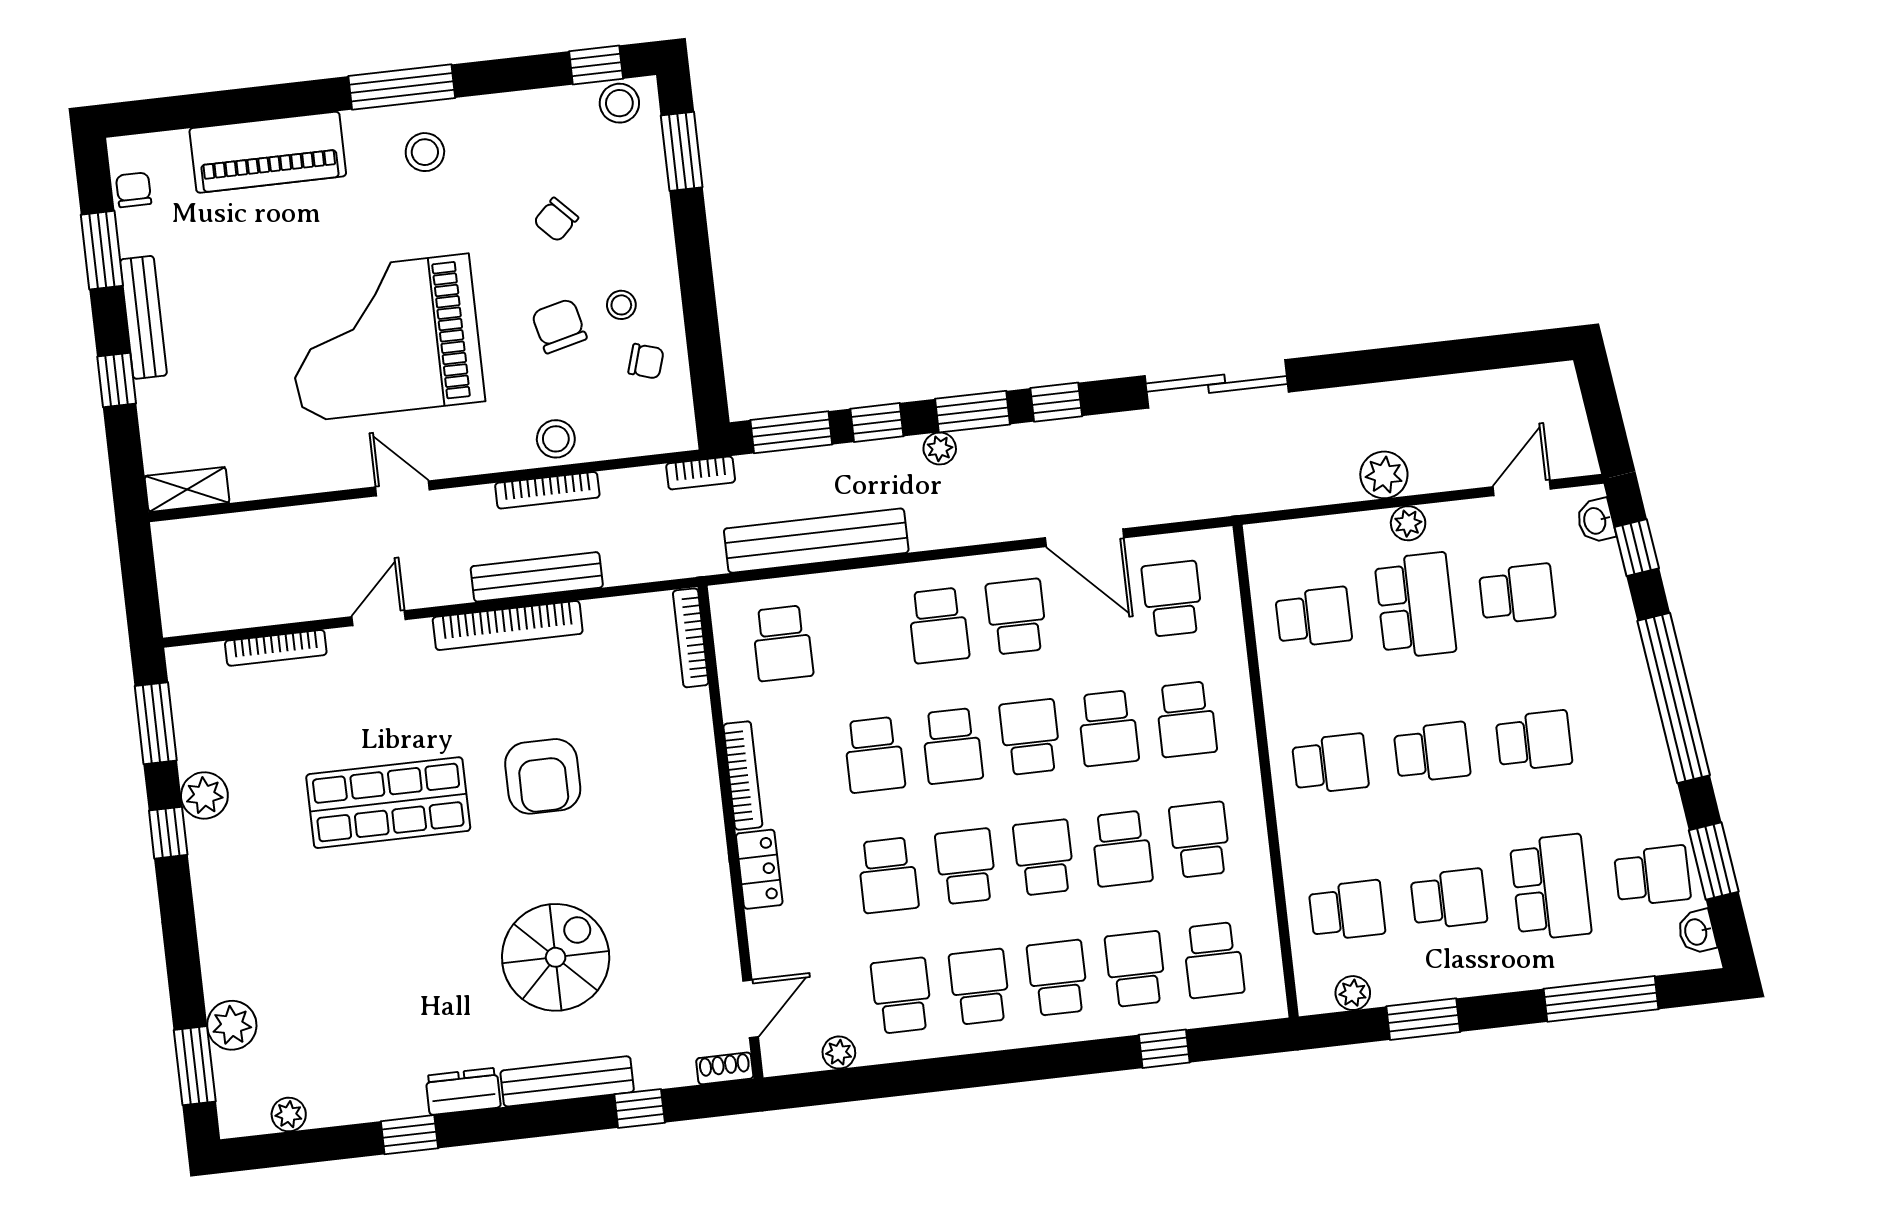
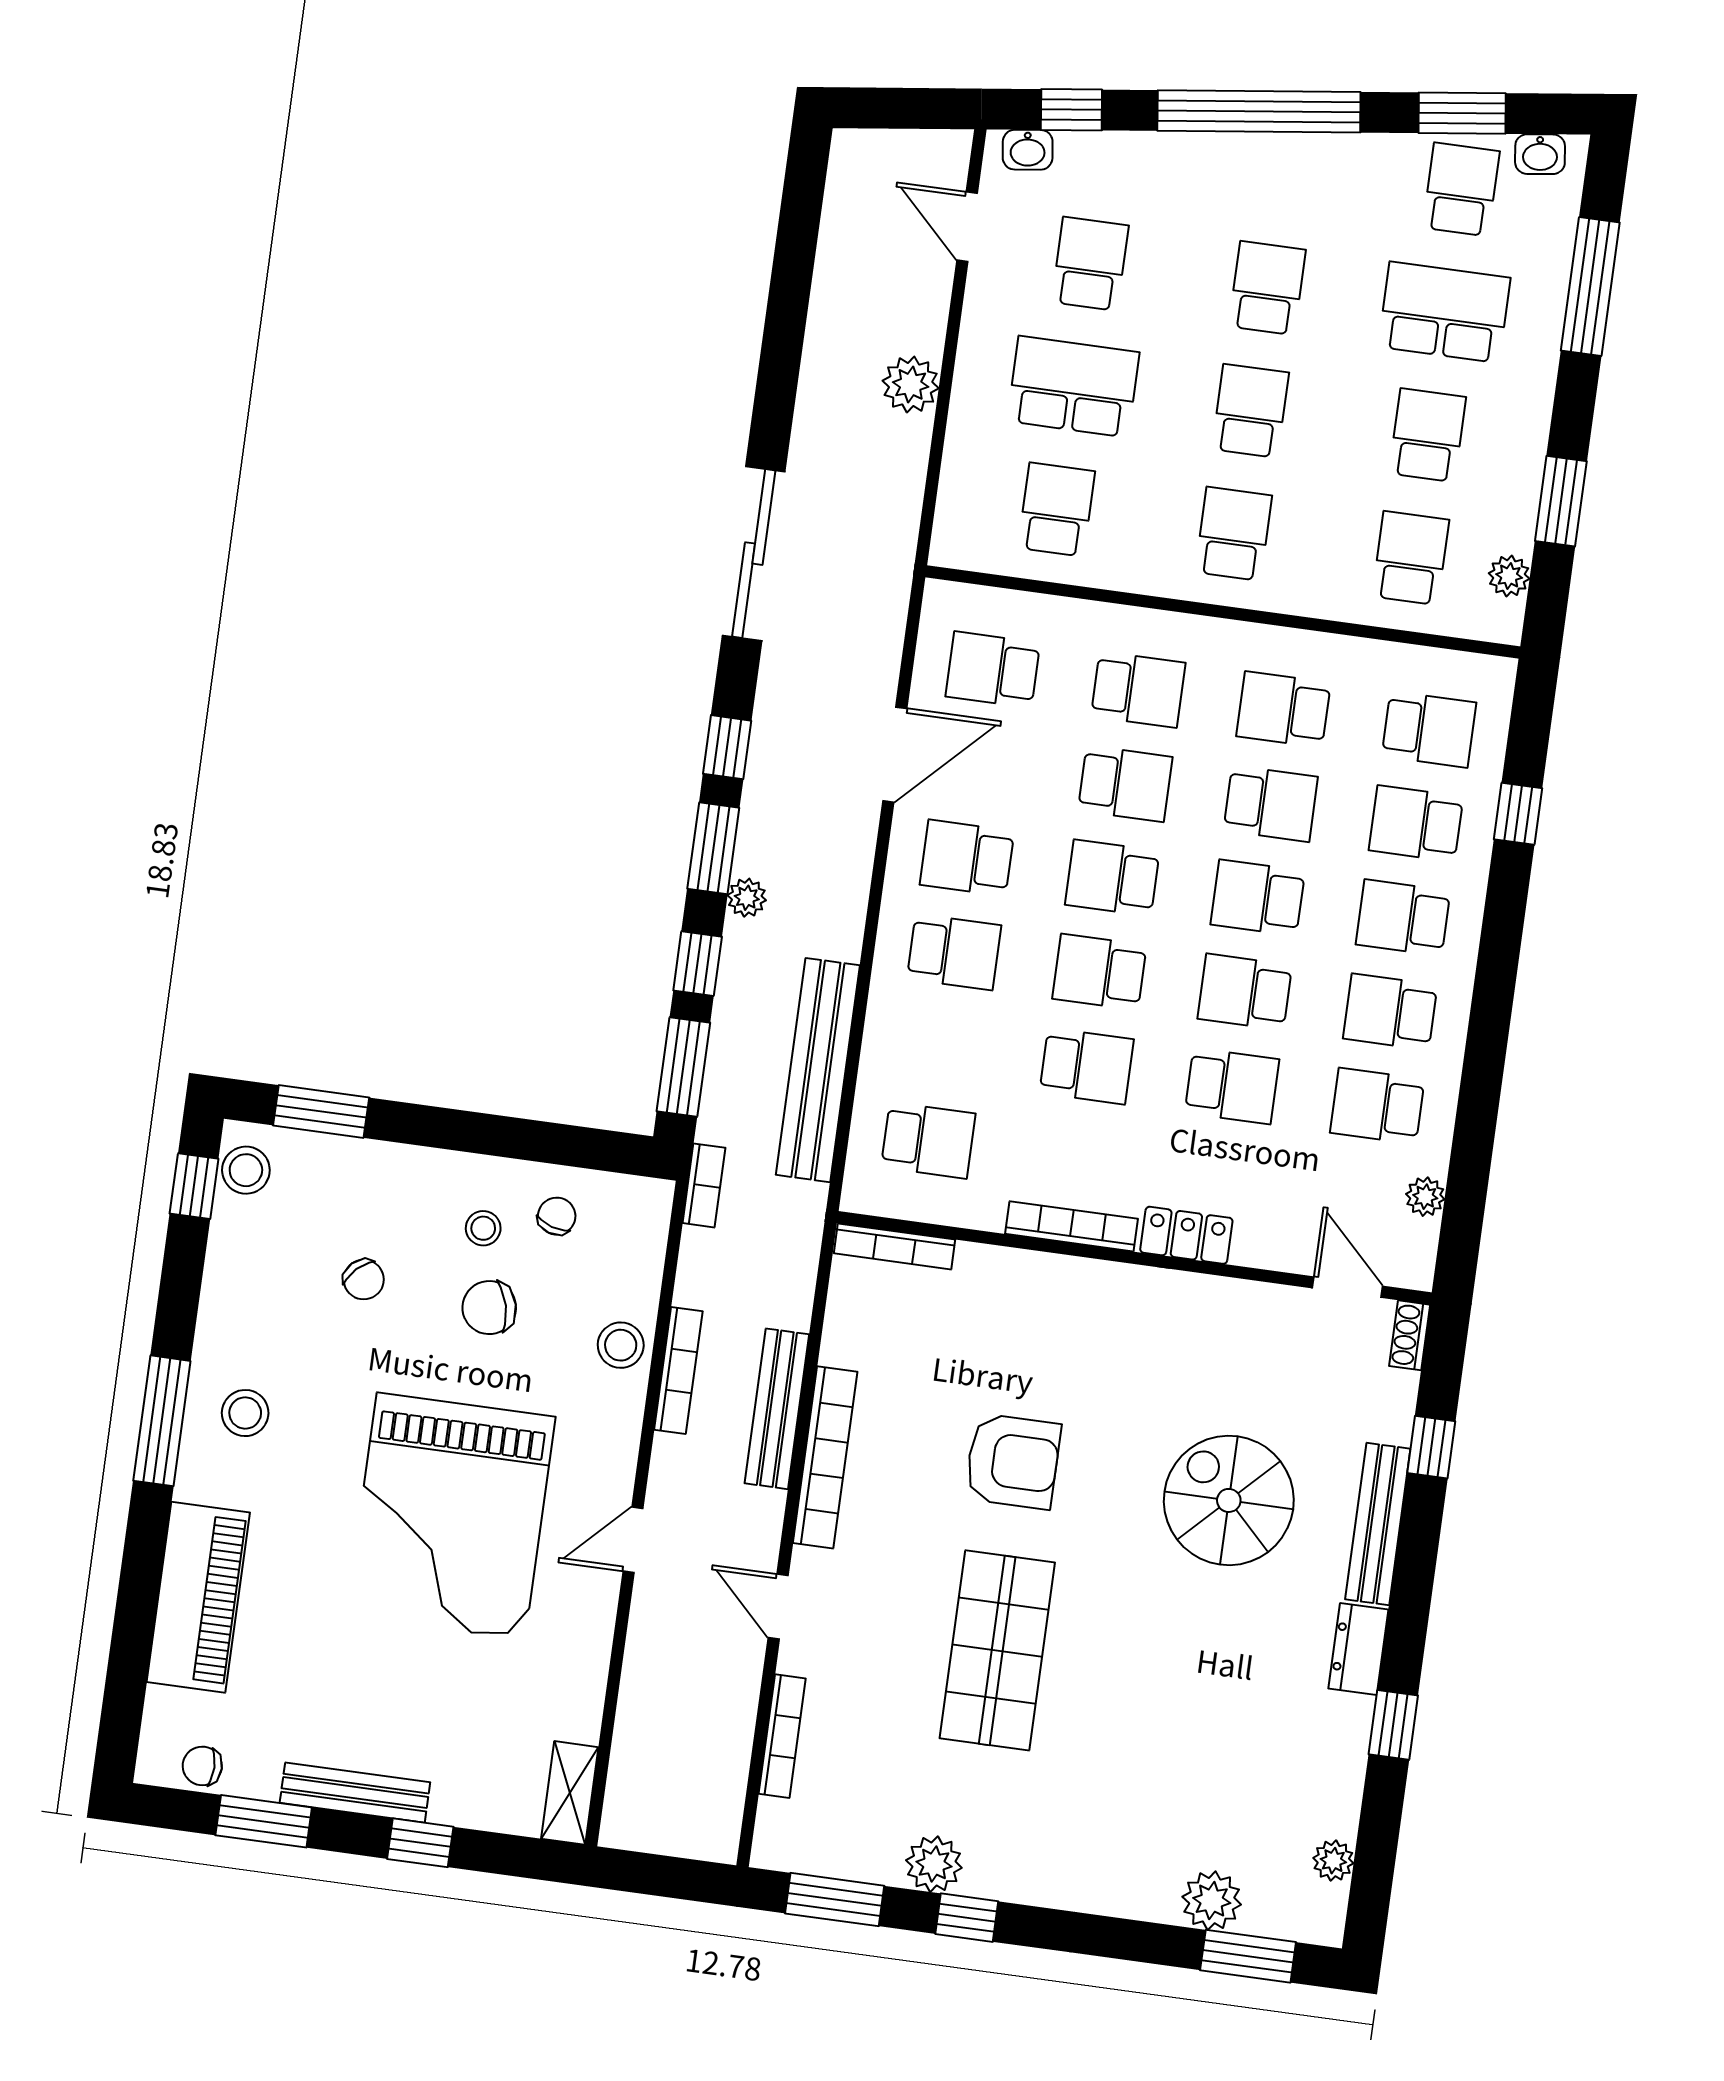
plant: (1408, 523) -> (975, 371), removed
school desk: (952, 746) -> (1099, 972), turned 180

